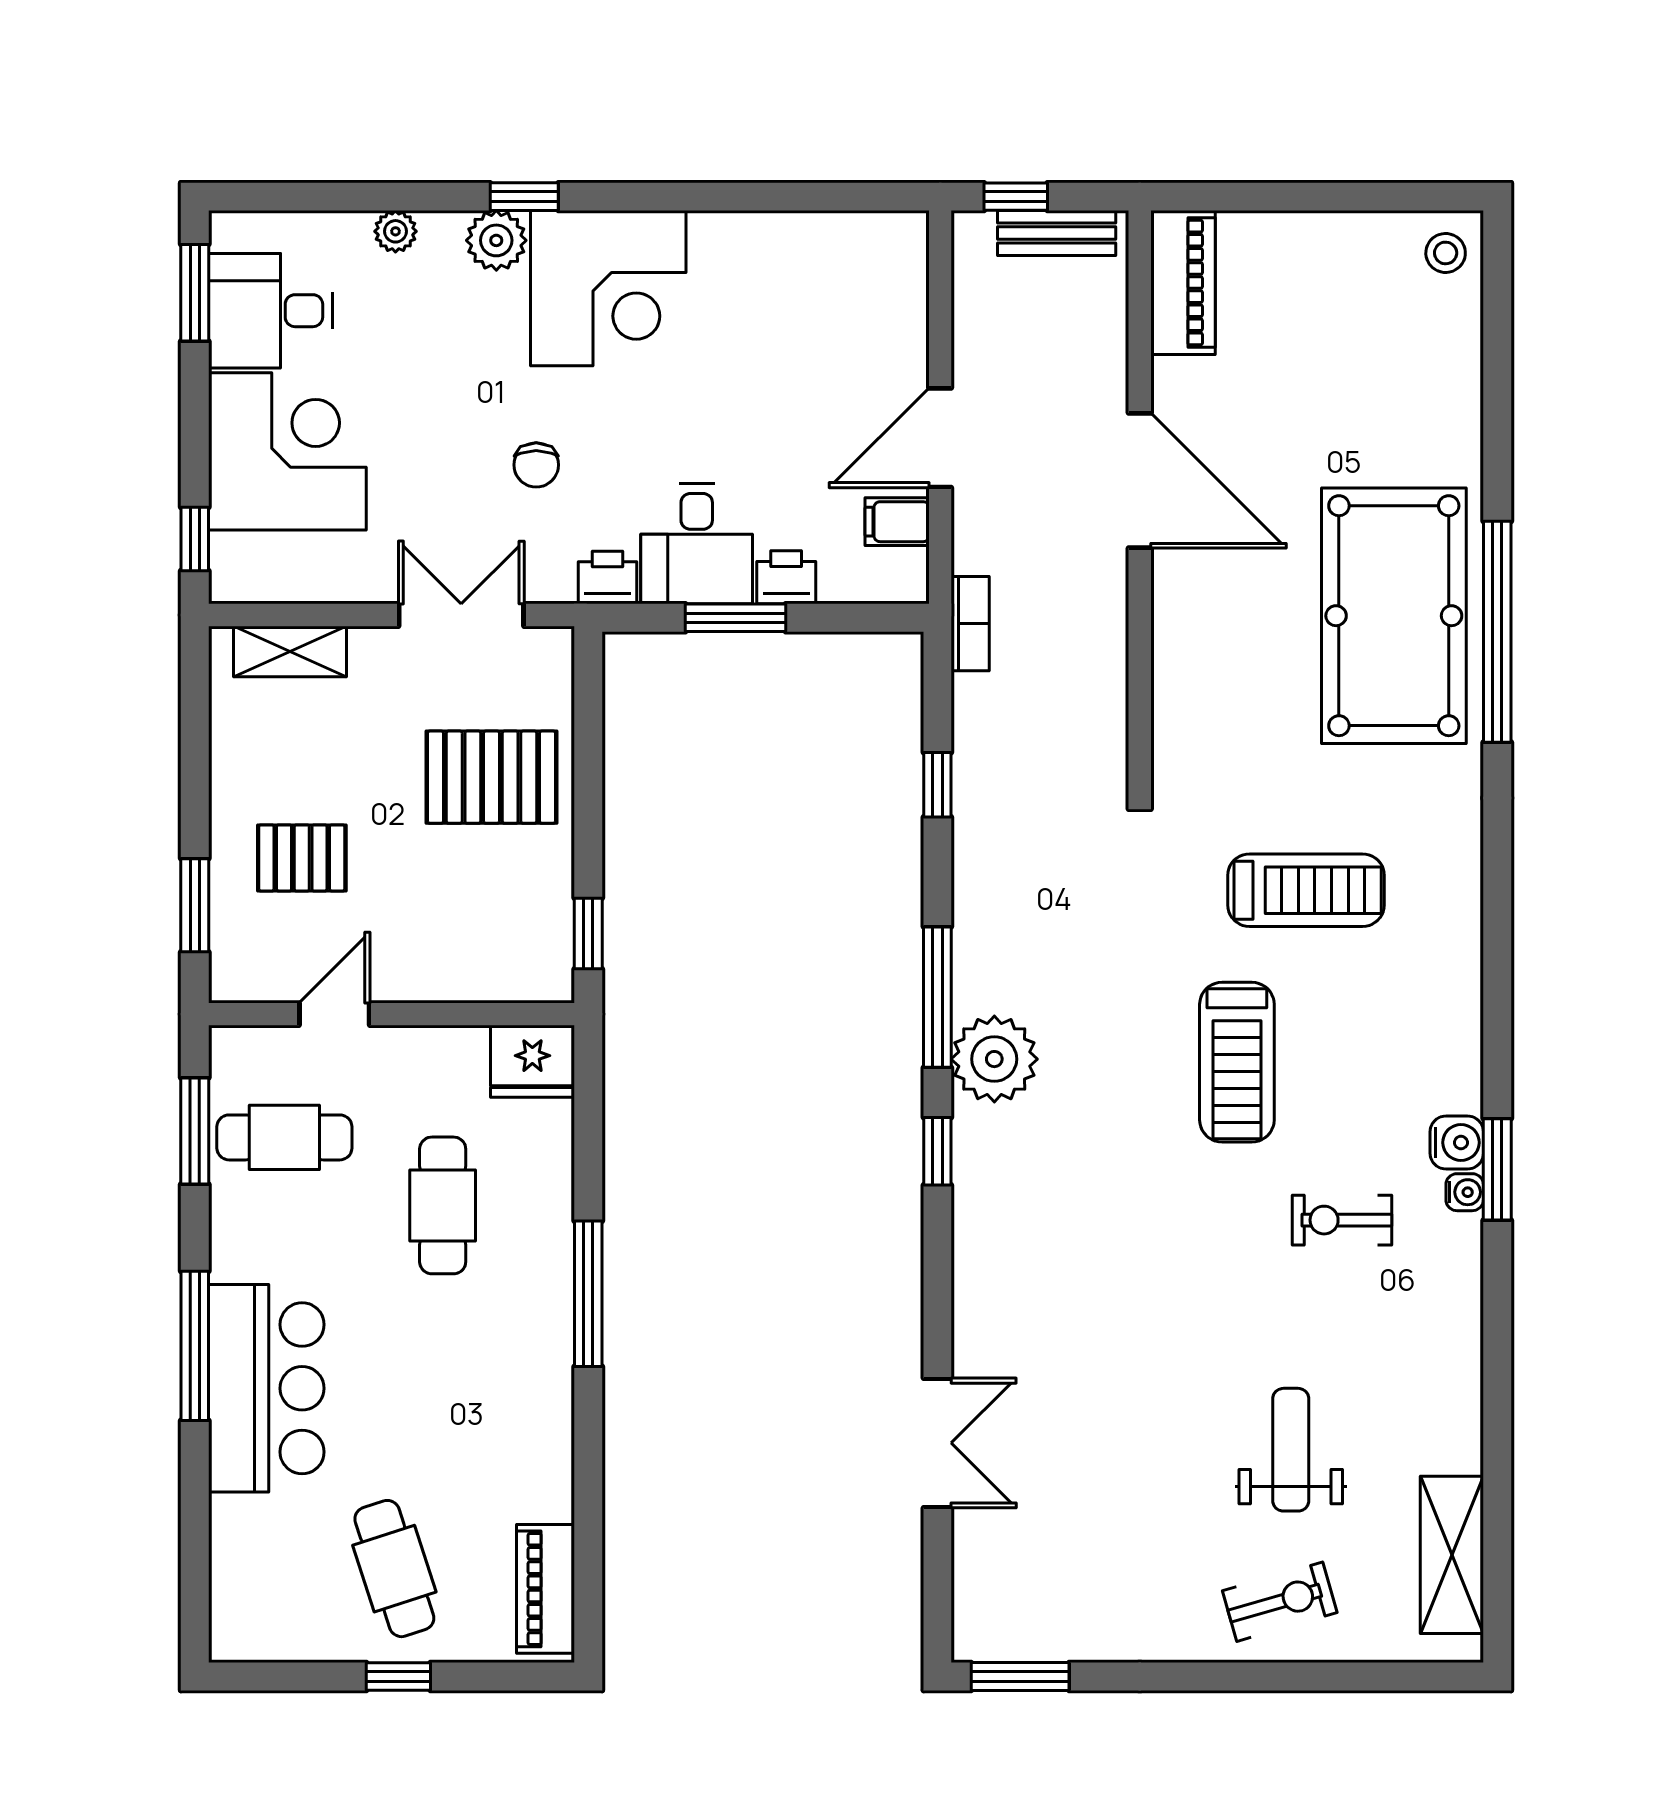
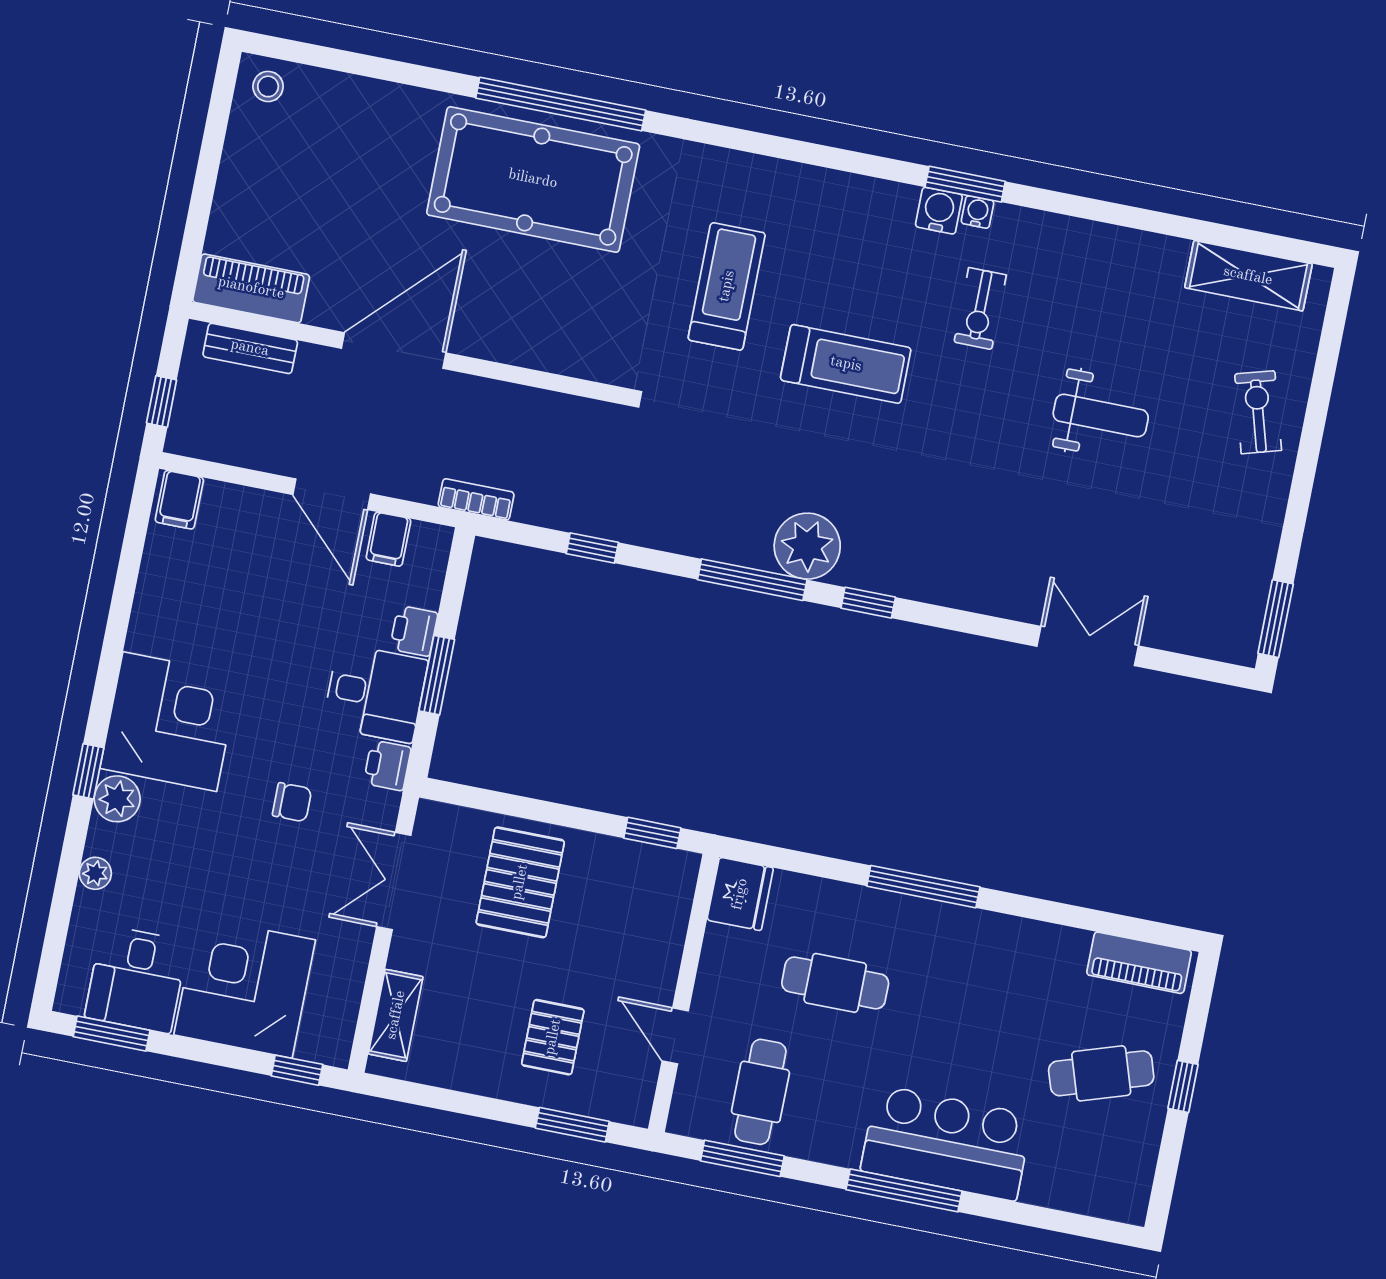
bench: (1057, 233) -> (250, 348), moved, turned 90
filing cabinet: (895, 244) -> (179, 500), added
weight bench: (1291, 1450) -> (1101, 415), moved, turned 180

